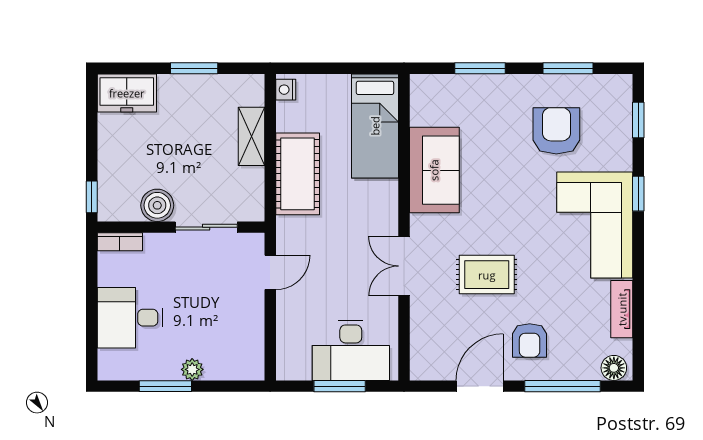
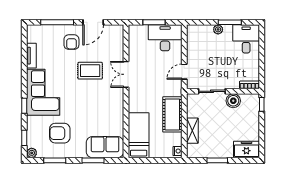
plant: (621, 85) -> (32, 153), added
armchair: (556, 131) -> (60, 133), turned 90
sofa: (434, 170) -> (105, 147), moved, turned 90
double door: (404, 266) -> (126, 74), swing flipped
desk: (130, 318) -> (246, 39), moved, turned -90
armchair: (530, 340) -> (71, 42), turned 180
desk: (351, 350) -> (165, 38), moved
floor lamp: (614, 368) -> (35, 30), removed

